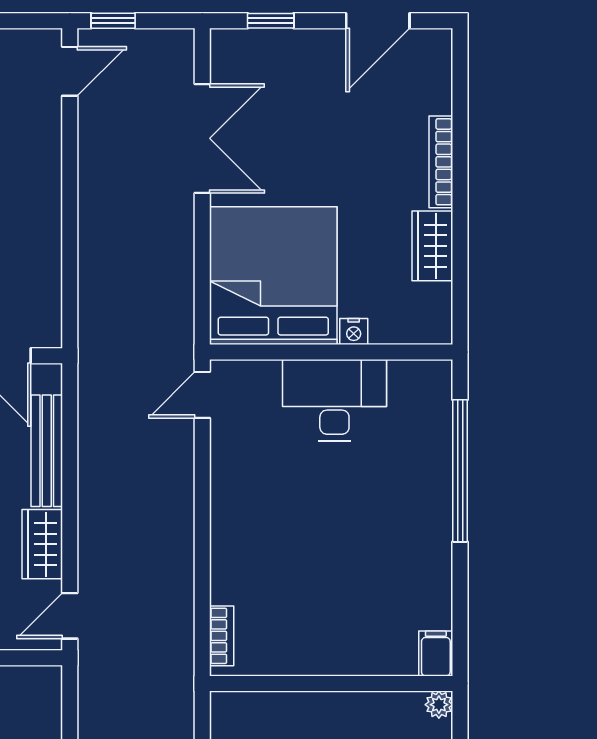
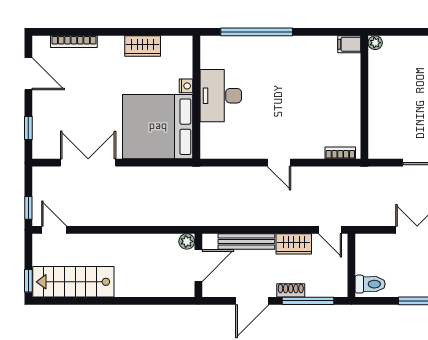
bookcase: (441, 162) -> (74, 42), moved
plant: (47, 333) -> (187, 241), added
door: (202, 395) -> (279, 163), moved

